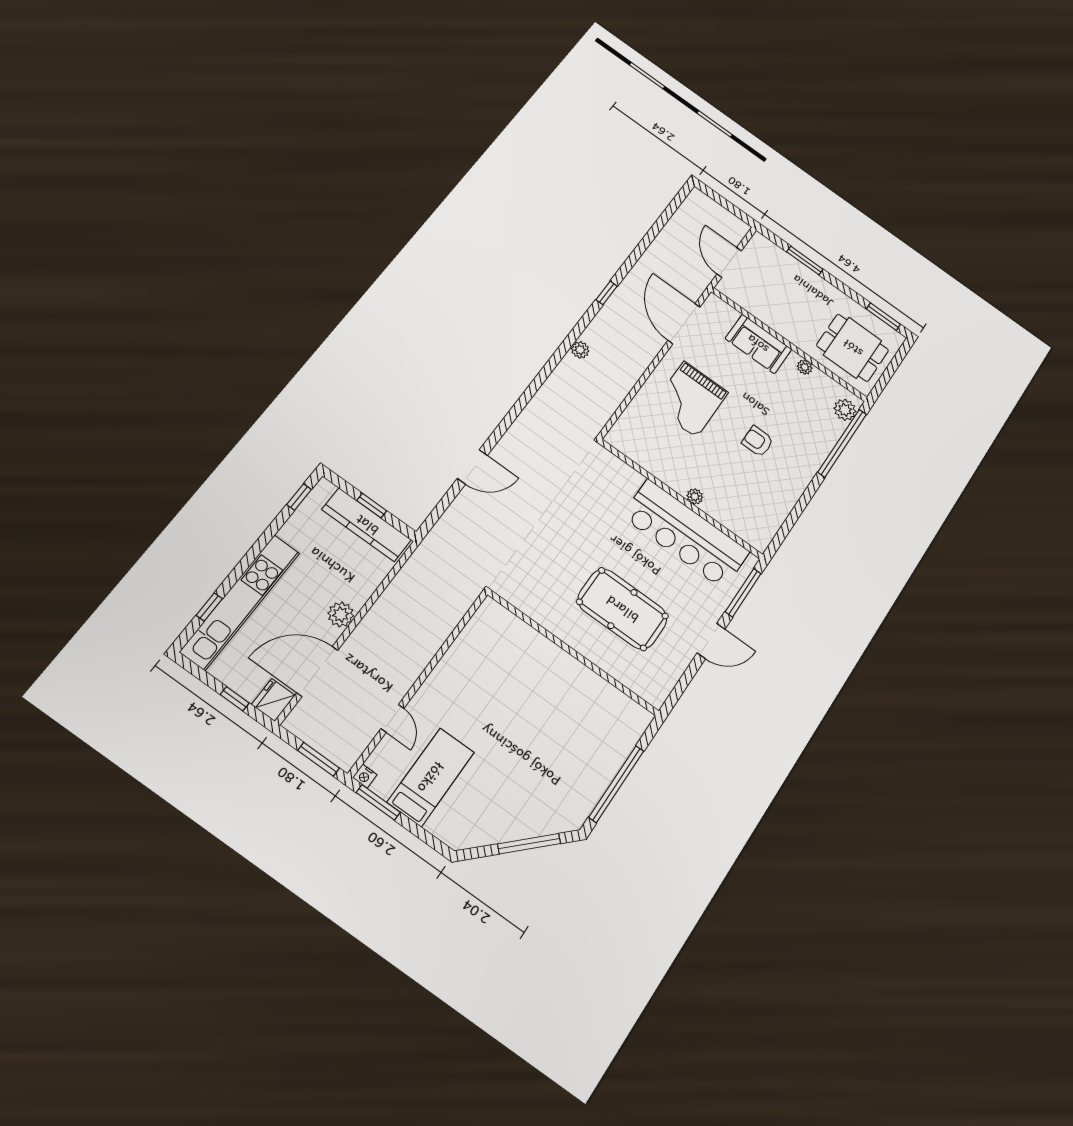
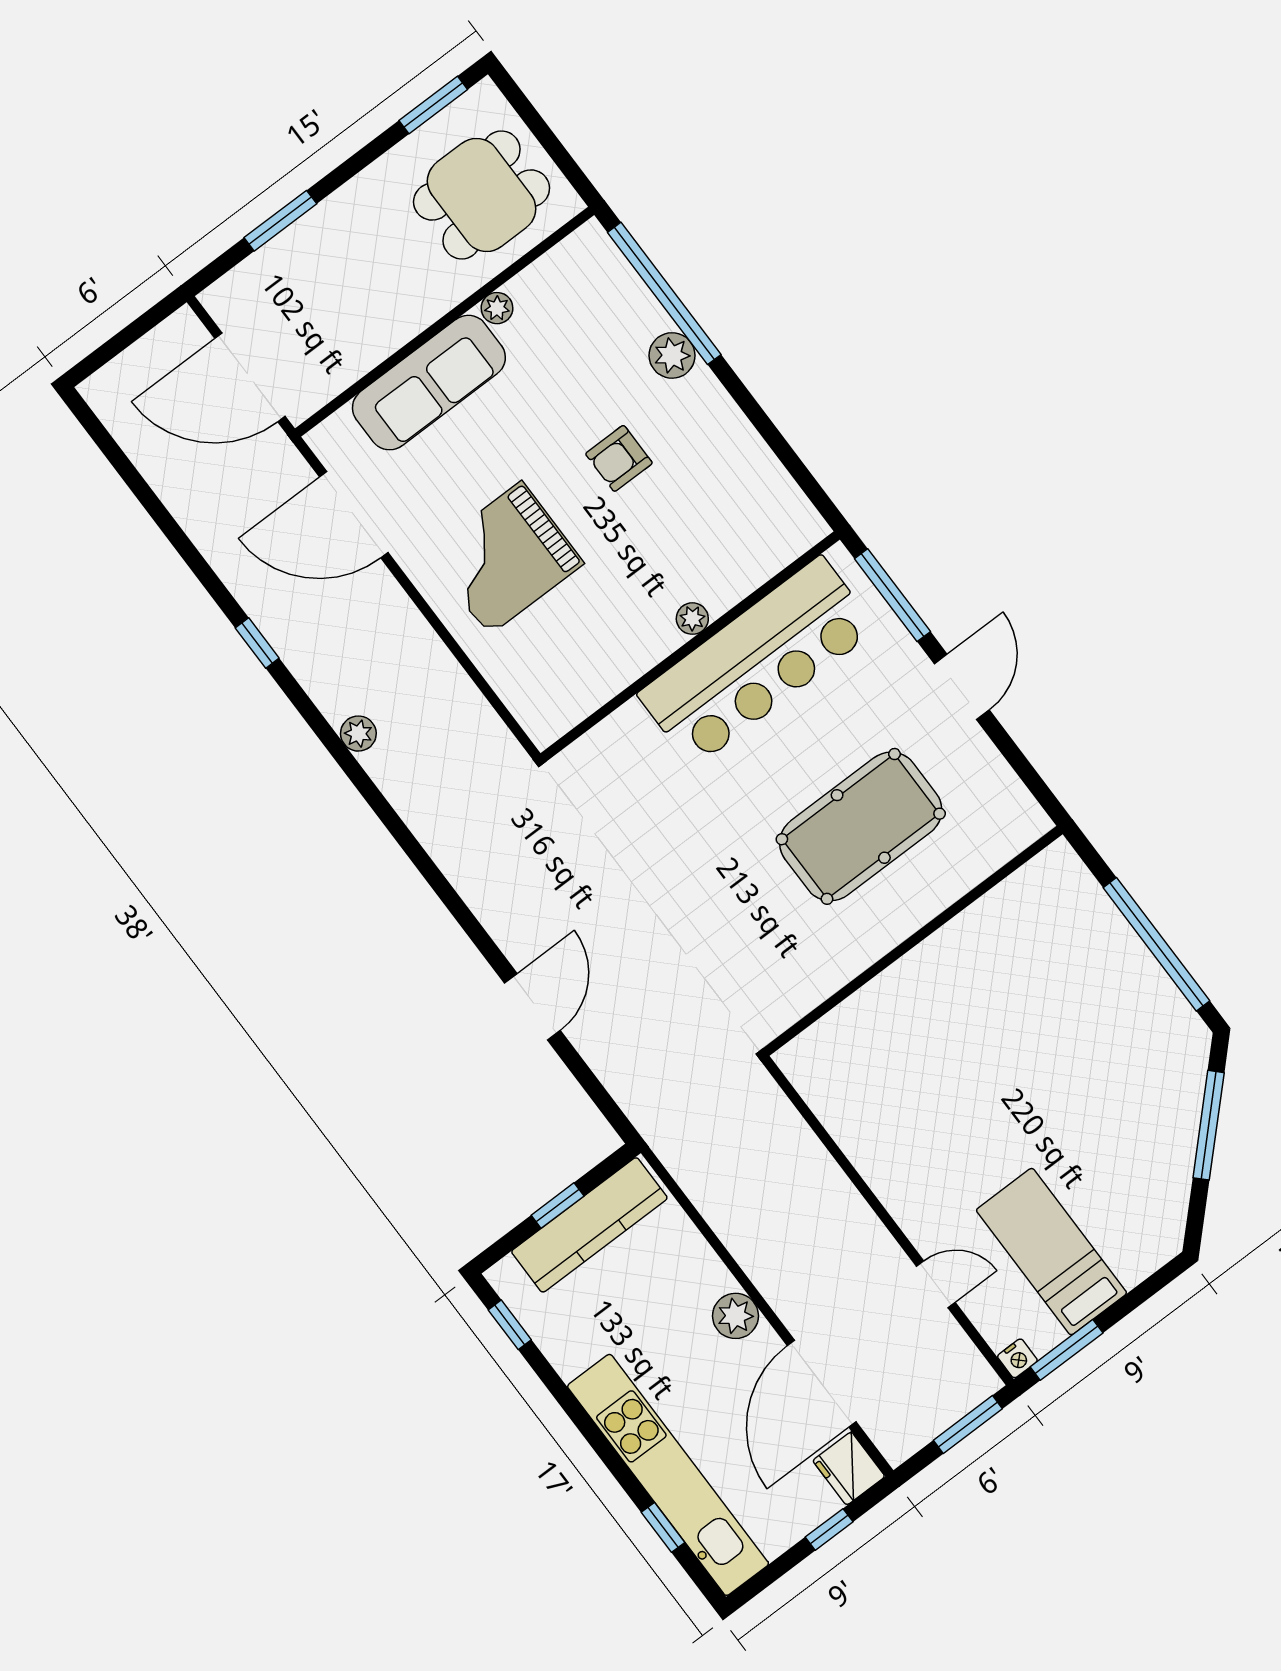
door: (729, 262) -> (250, 377), width x1.36
sofa: (758, 344) -> (429, 383), width x1.36
grand piano: (690, 399) -> (505, 558), turned 90
plant: (845, 410) -> (672, 355), moved

